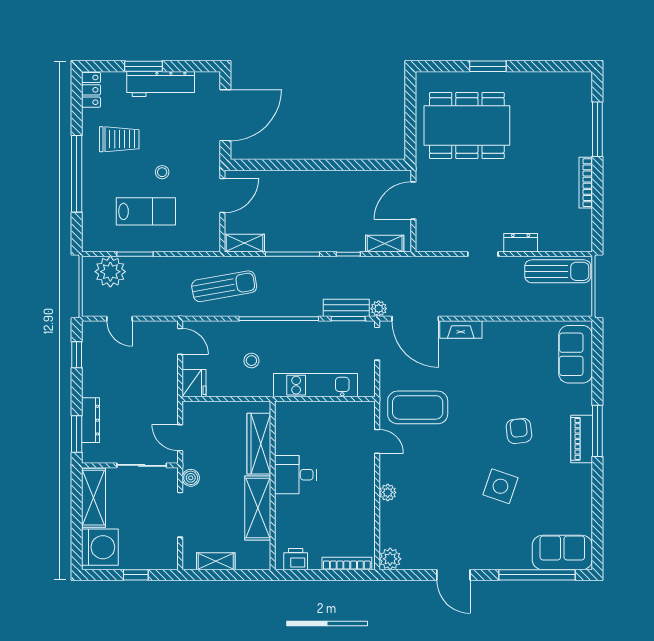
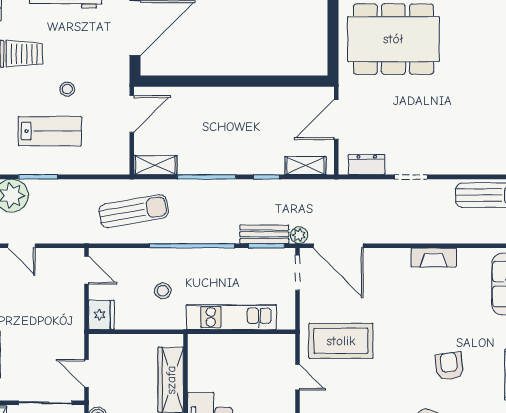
dresser: (521, 243) -> (367, 165), moved
fireplace: (461, 330) -> (434, 257), moved

